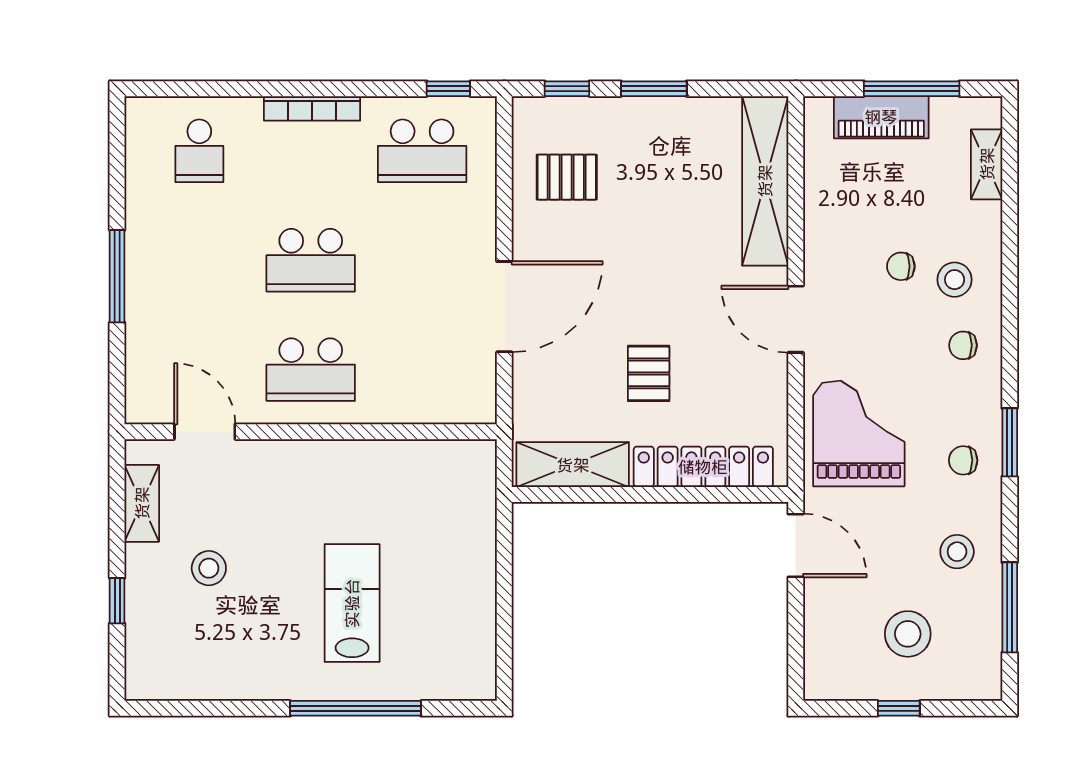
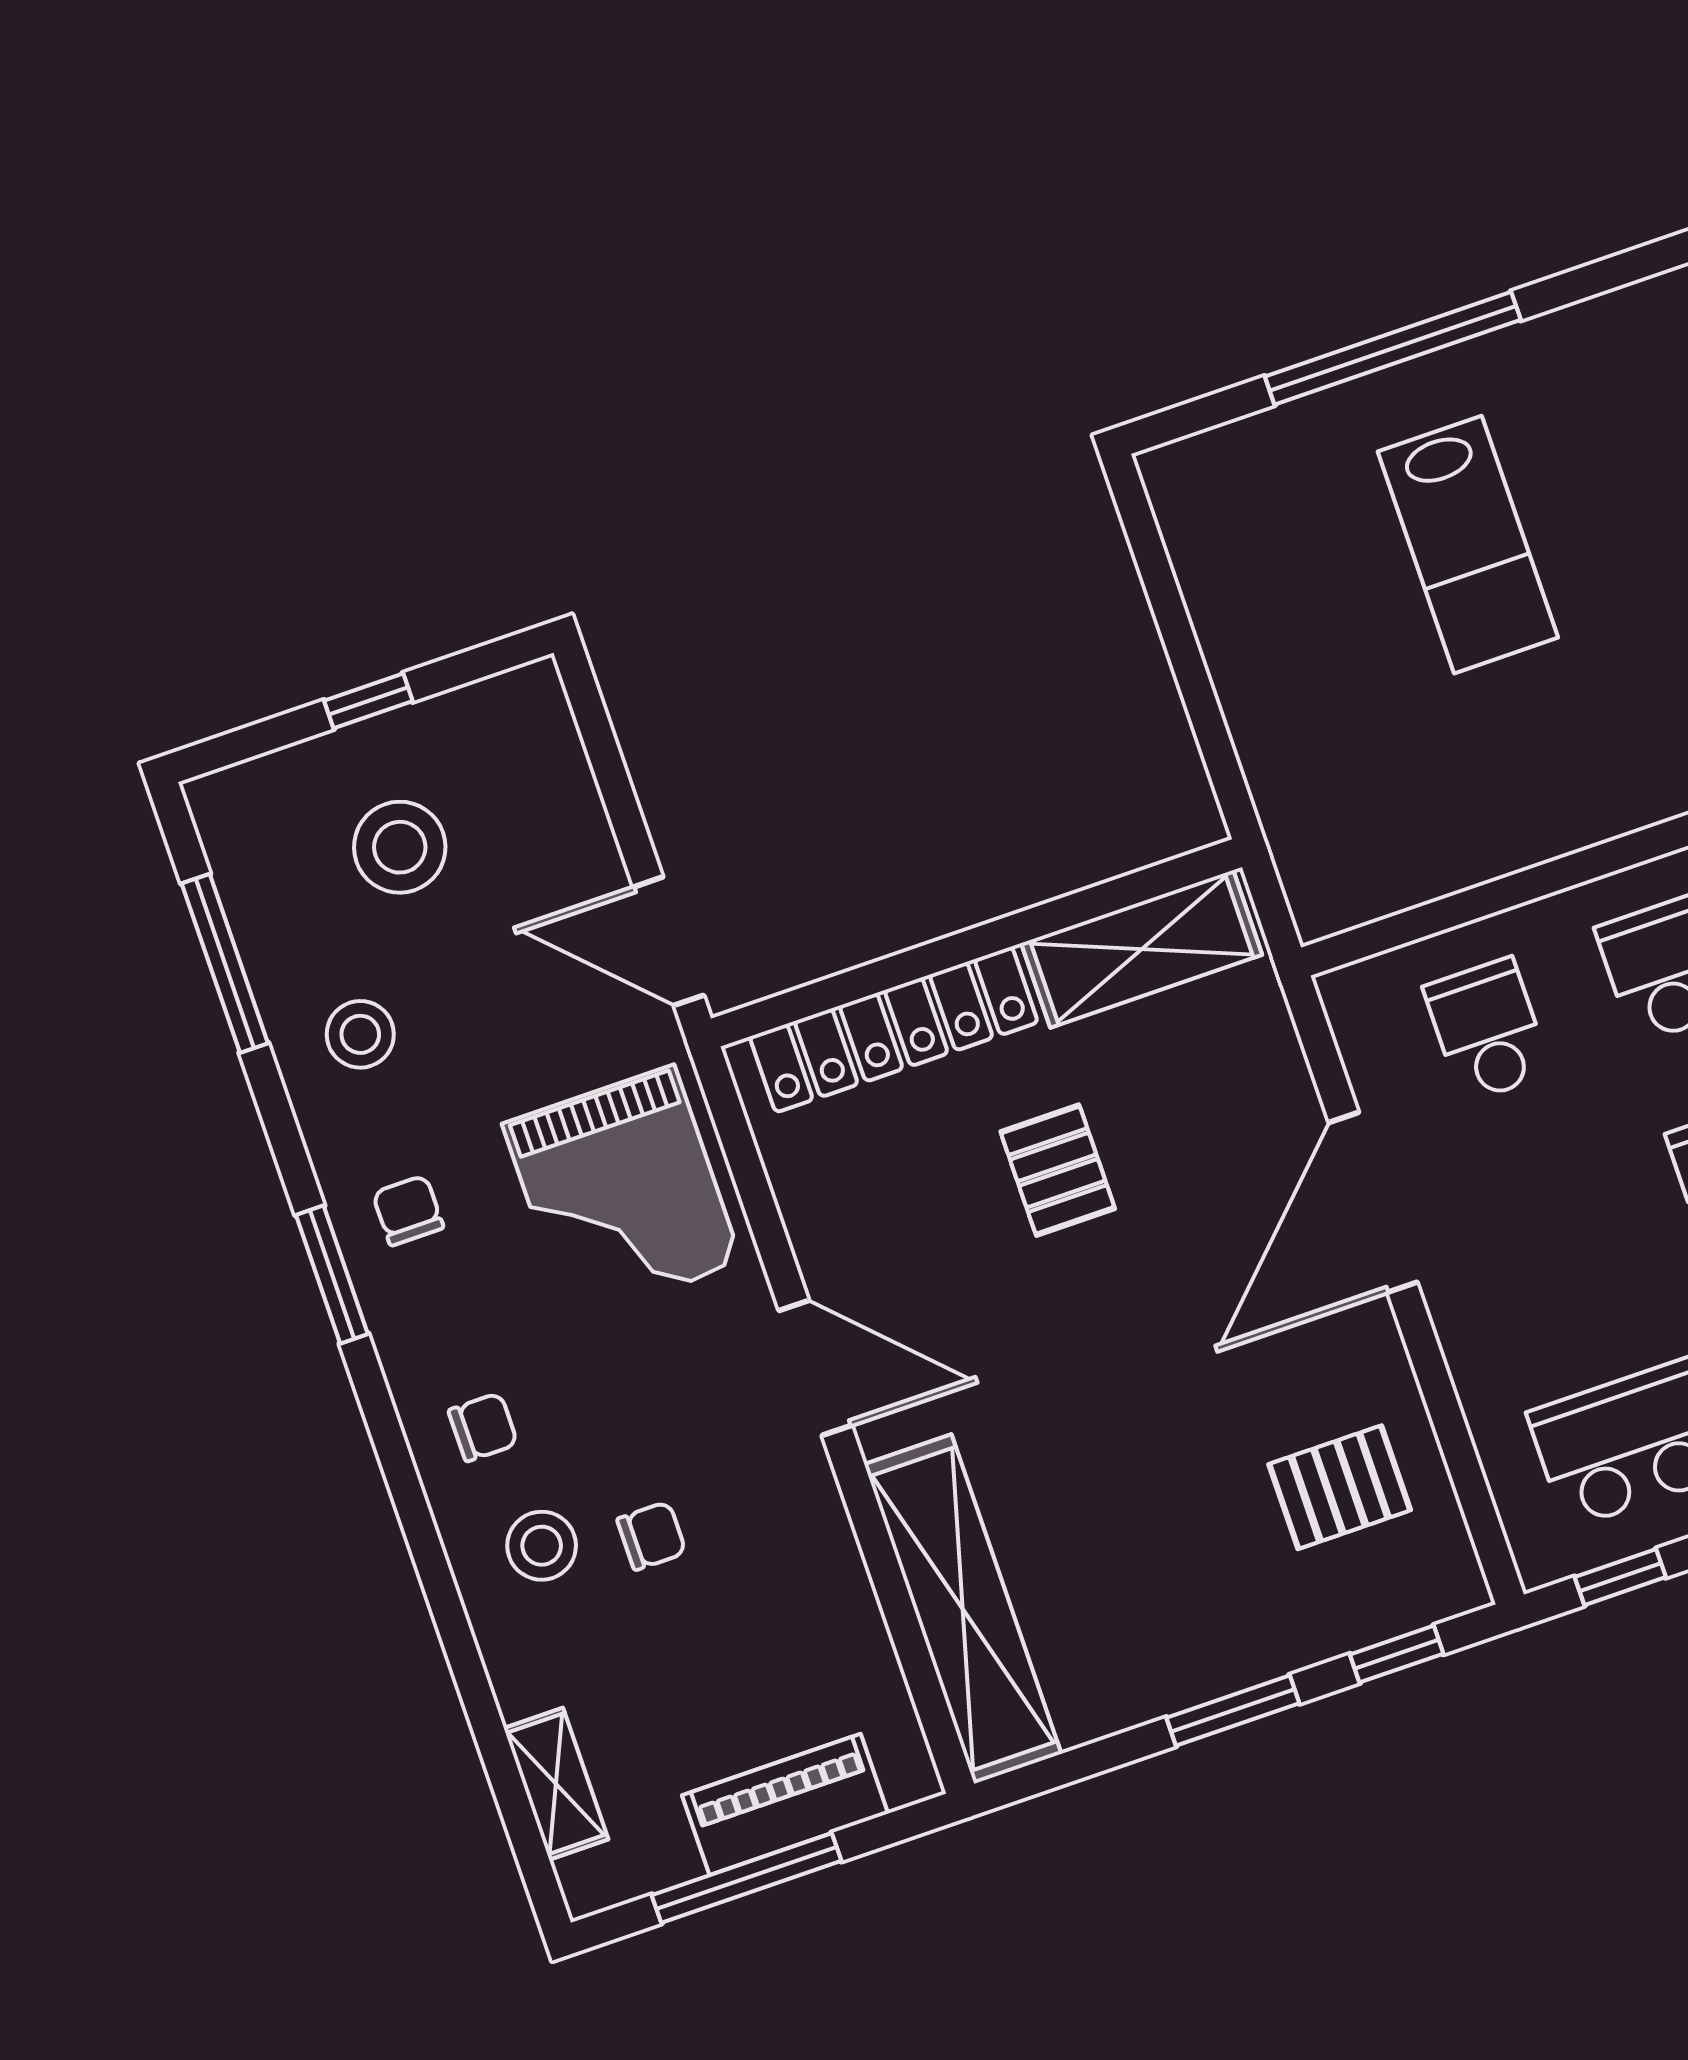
school desk: (422, 370) -> (1487, 1030), added
chair: (963, 460) -> (408, 1210), turned -90

